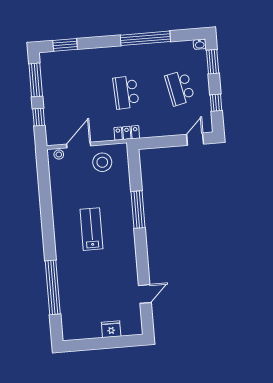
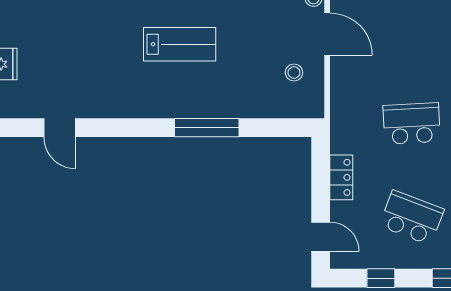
school desk: (180, 88) -> (412, 218), turned 33
locker: (127, 133) -> (341, 177), moved
stool: (102, 162) -> (294, 72), width x0.53, depth x0.53

